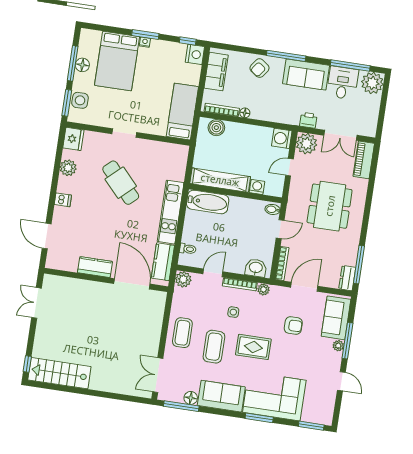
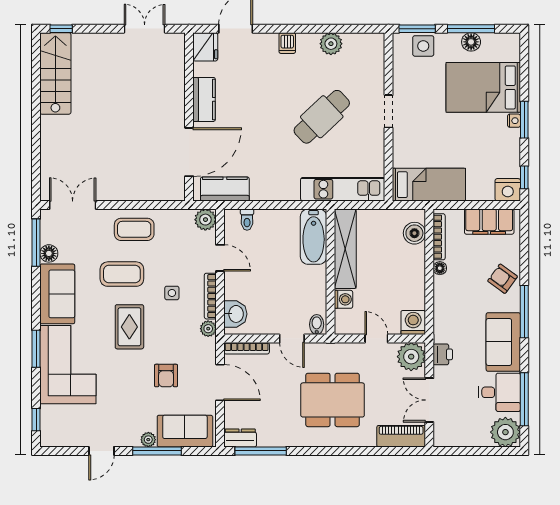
fridge: (73, 139) -> (205, 47), moved, turned -90
kitchen unit: (171, 212) -> (343, 189), moved
window: (311, 426) -> (36, 420), width x0.67

